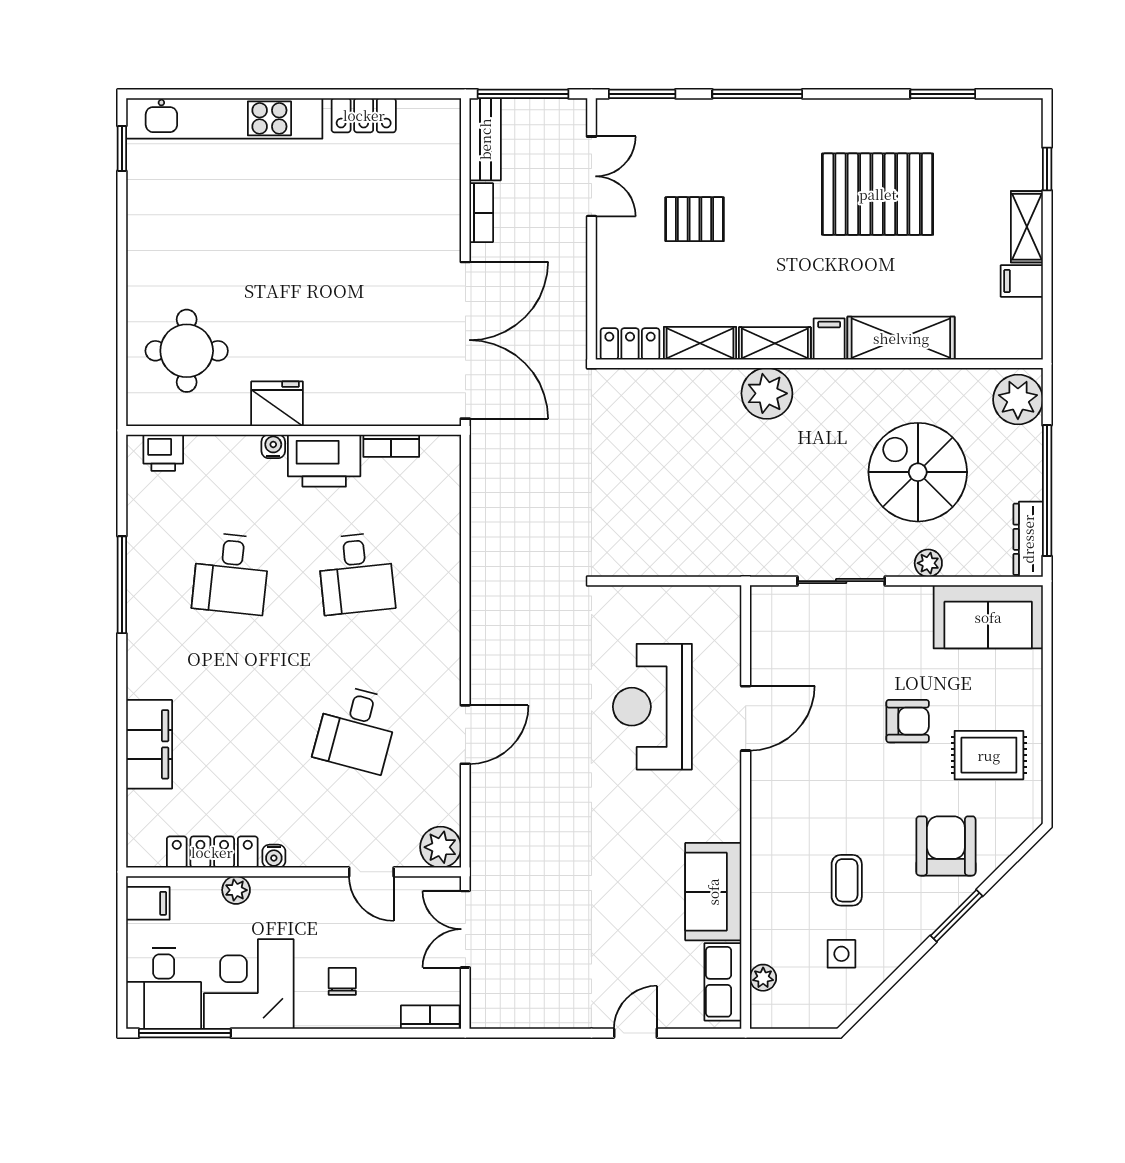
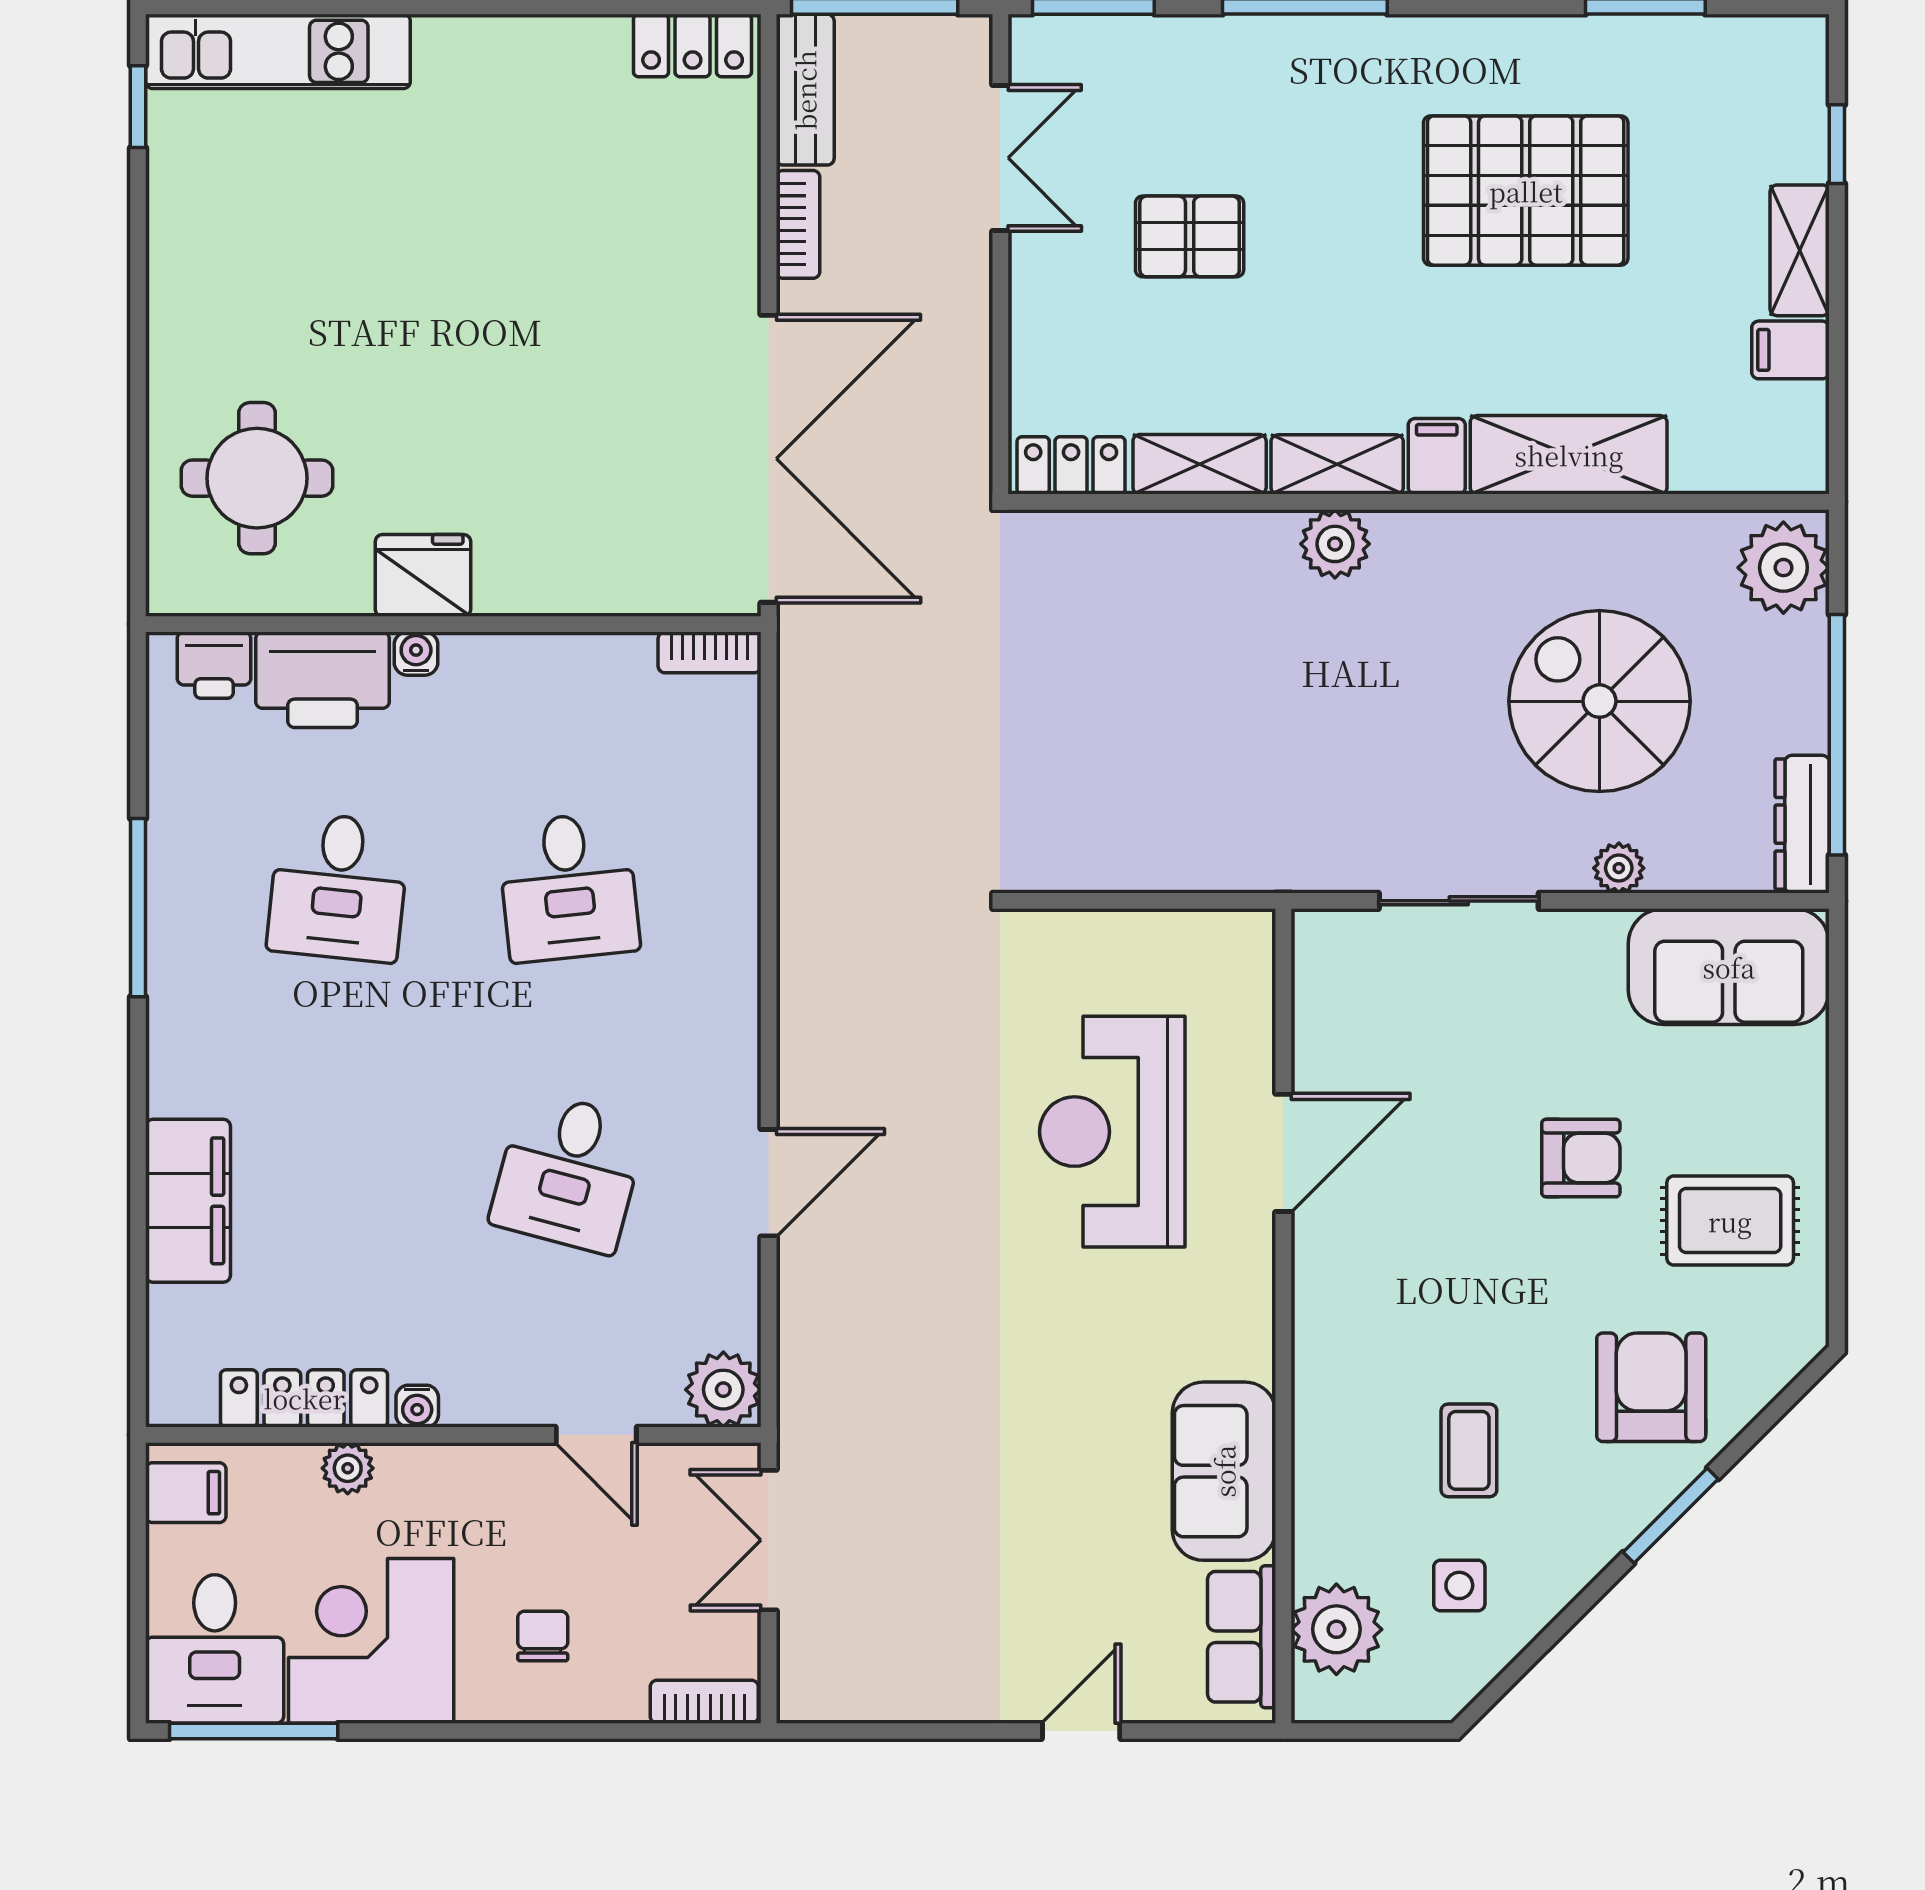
locker: (364, 115) -> (693, 46), moved
kitchen unit: (224, 118) -> (278, 51), width x0.73
plant: (767, 393) -> (1335, 544), width x0.73, depth x0.73
bookcase: (391, 446) -> (710, 652), moved
printer: (324, 461) -> (323, 680), moved
plant: (763, 978) -> (1336, 1629), width x1.88, depth x1.88

